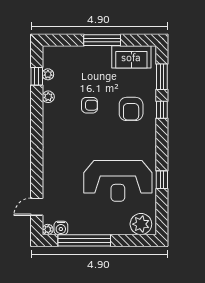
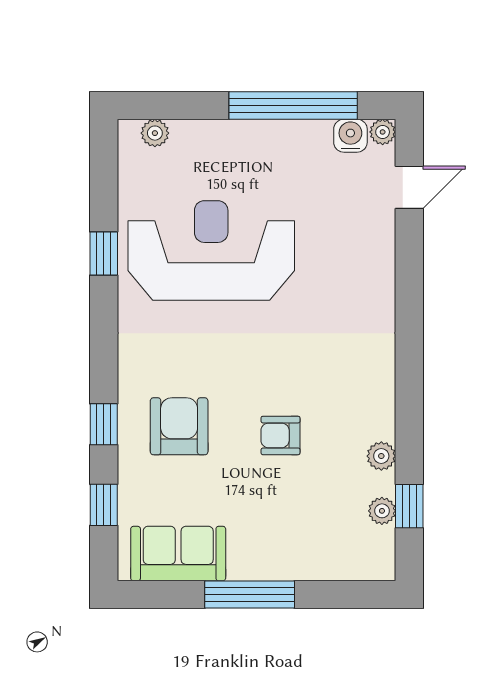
window: (162, 77) -> (104, 505), width x0.67
plant: (141, 224) -> (155, 133), width x0.53, depth x0.53

